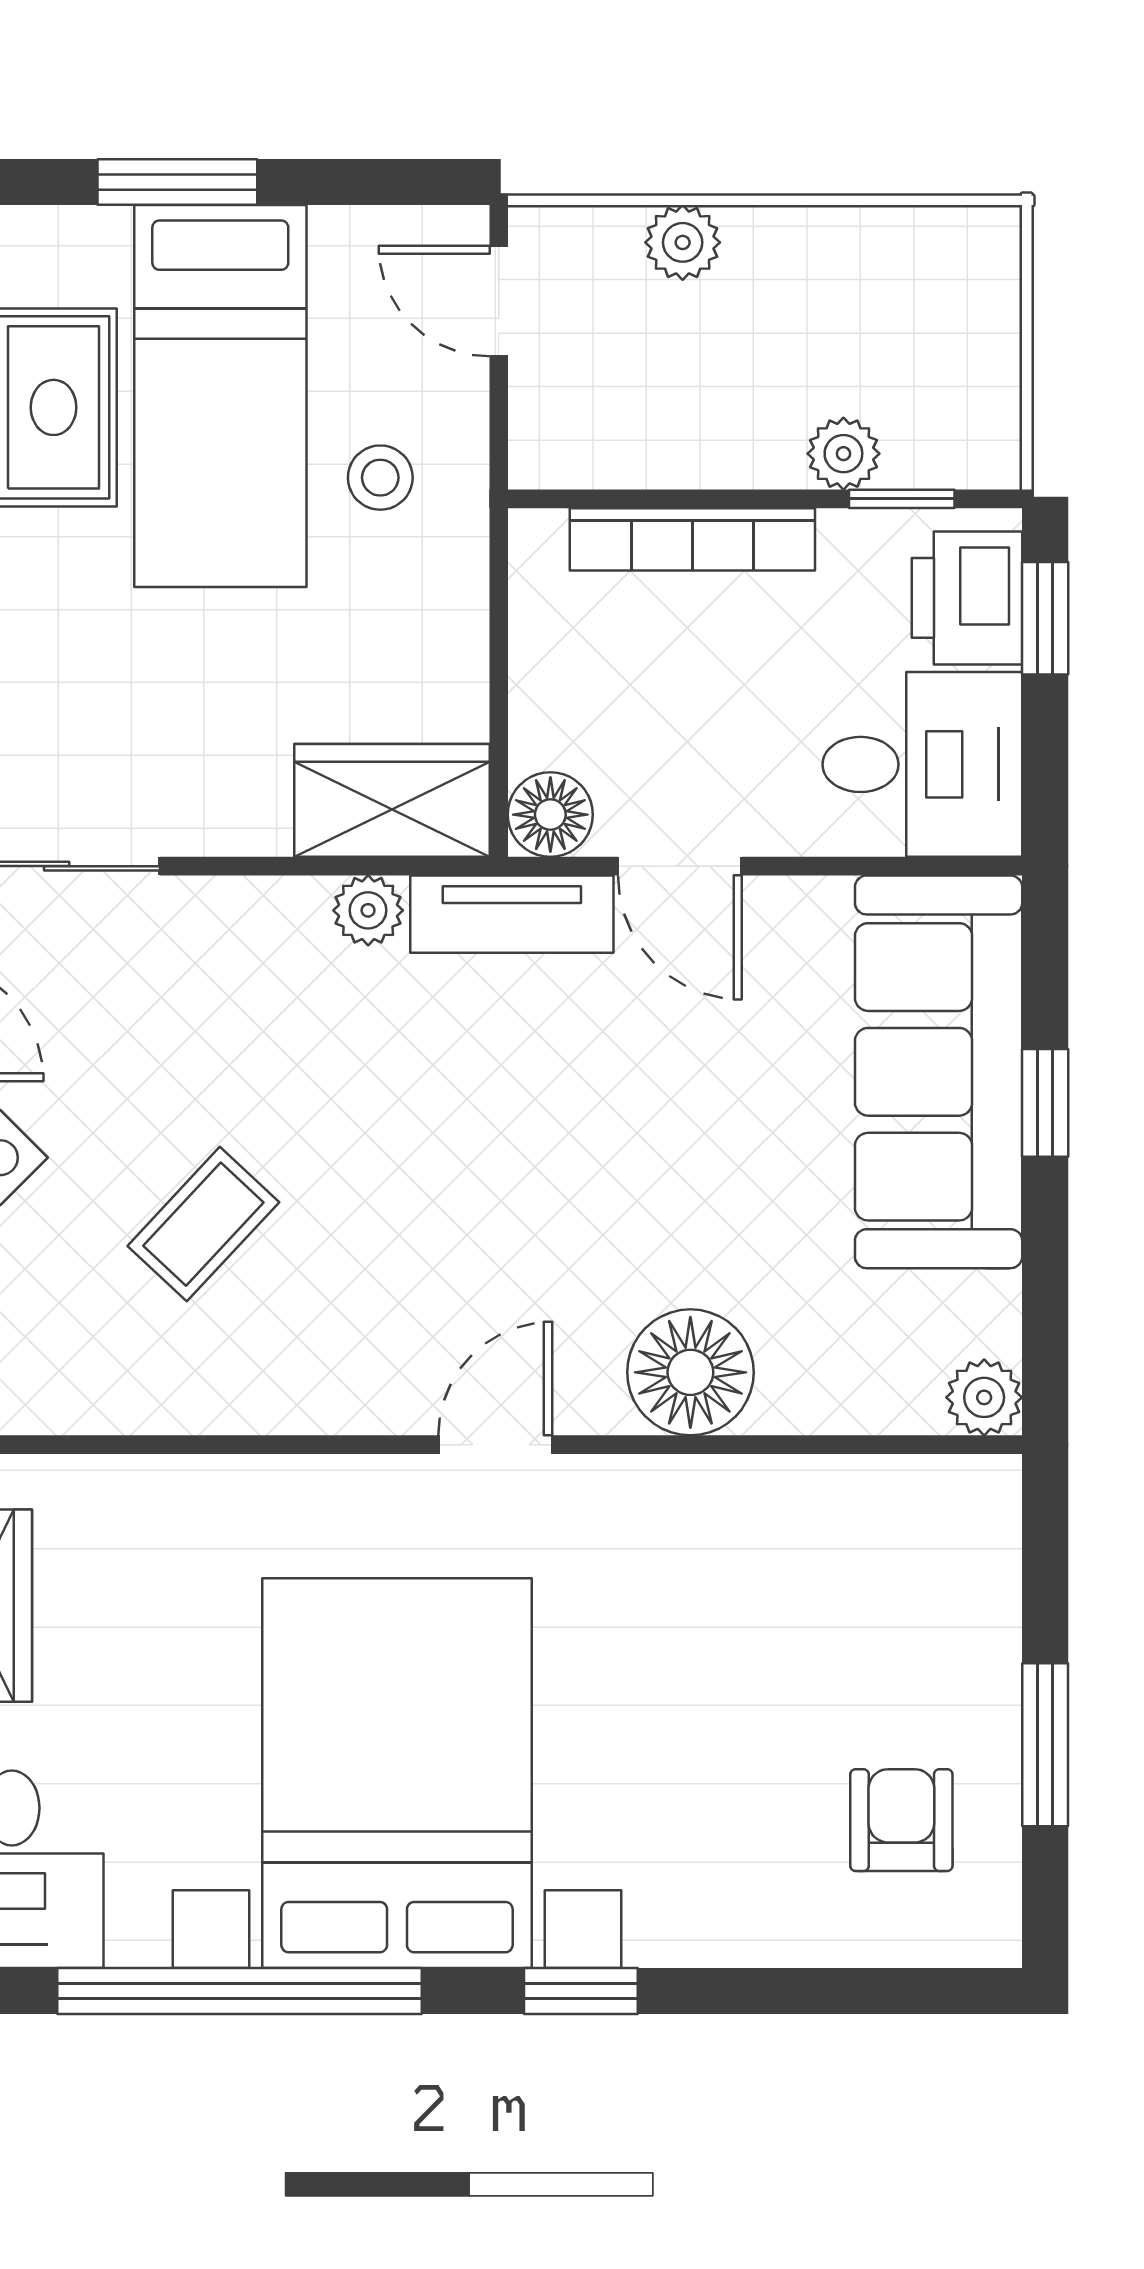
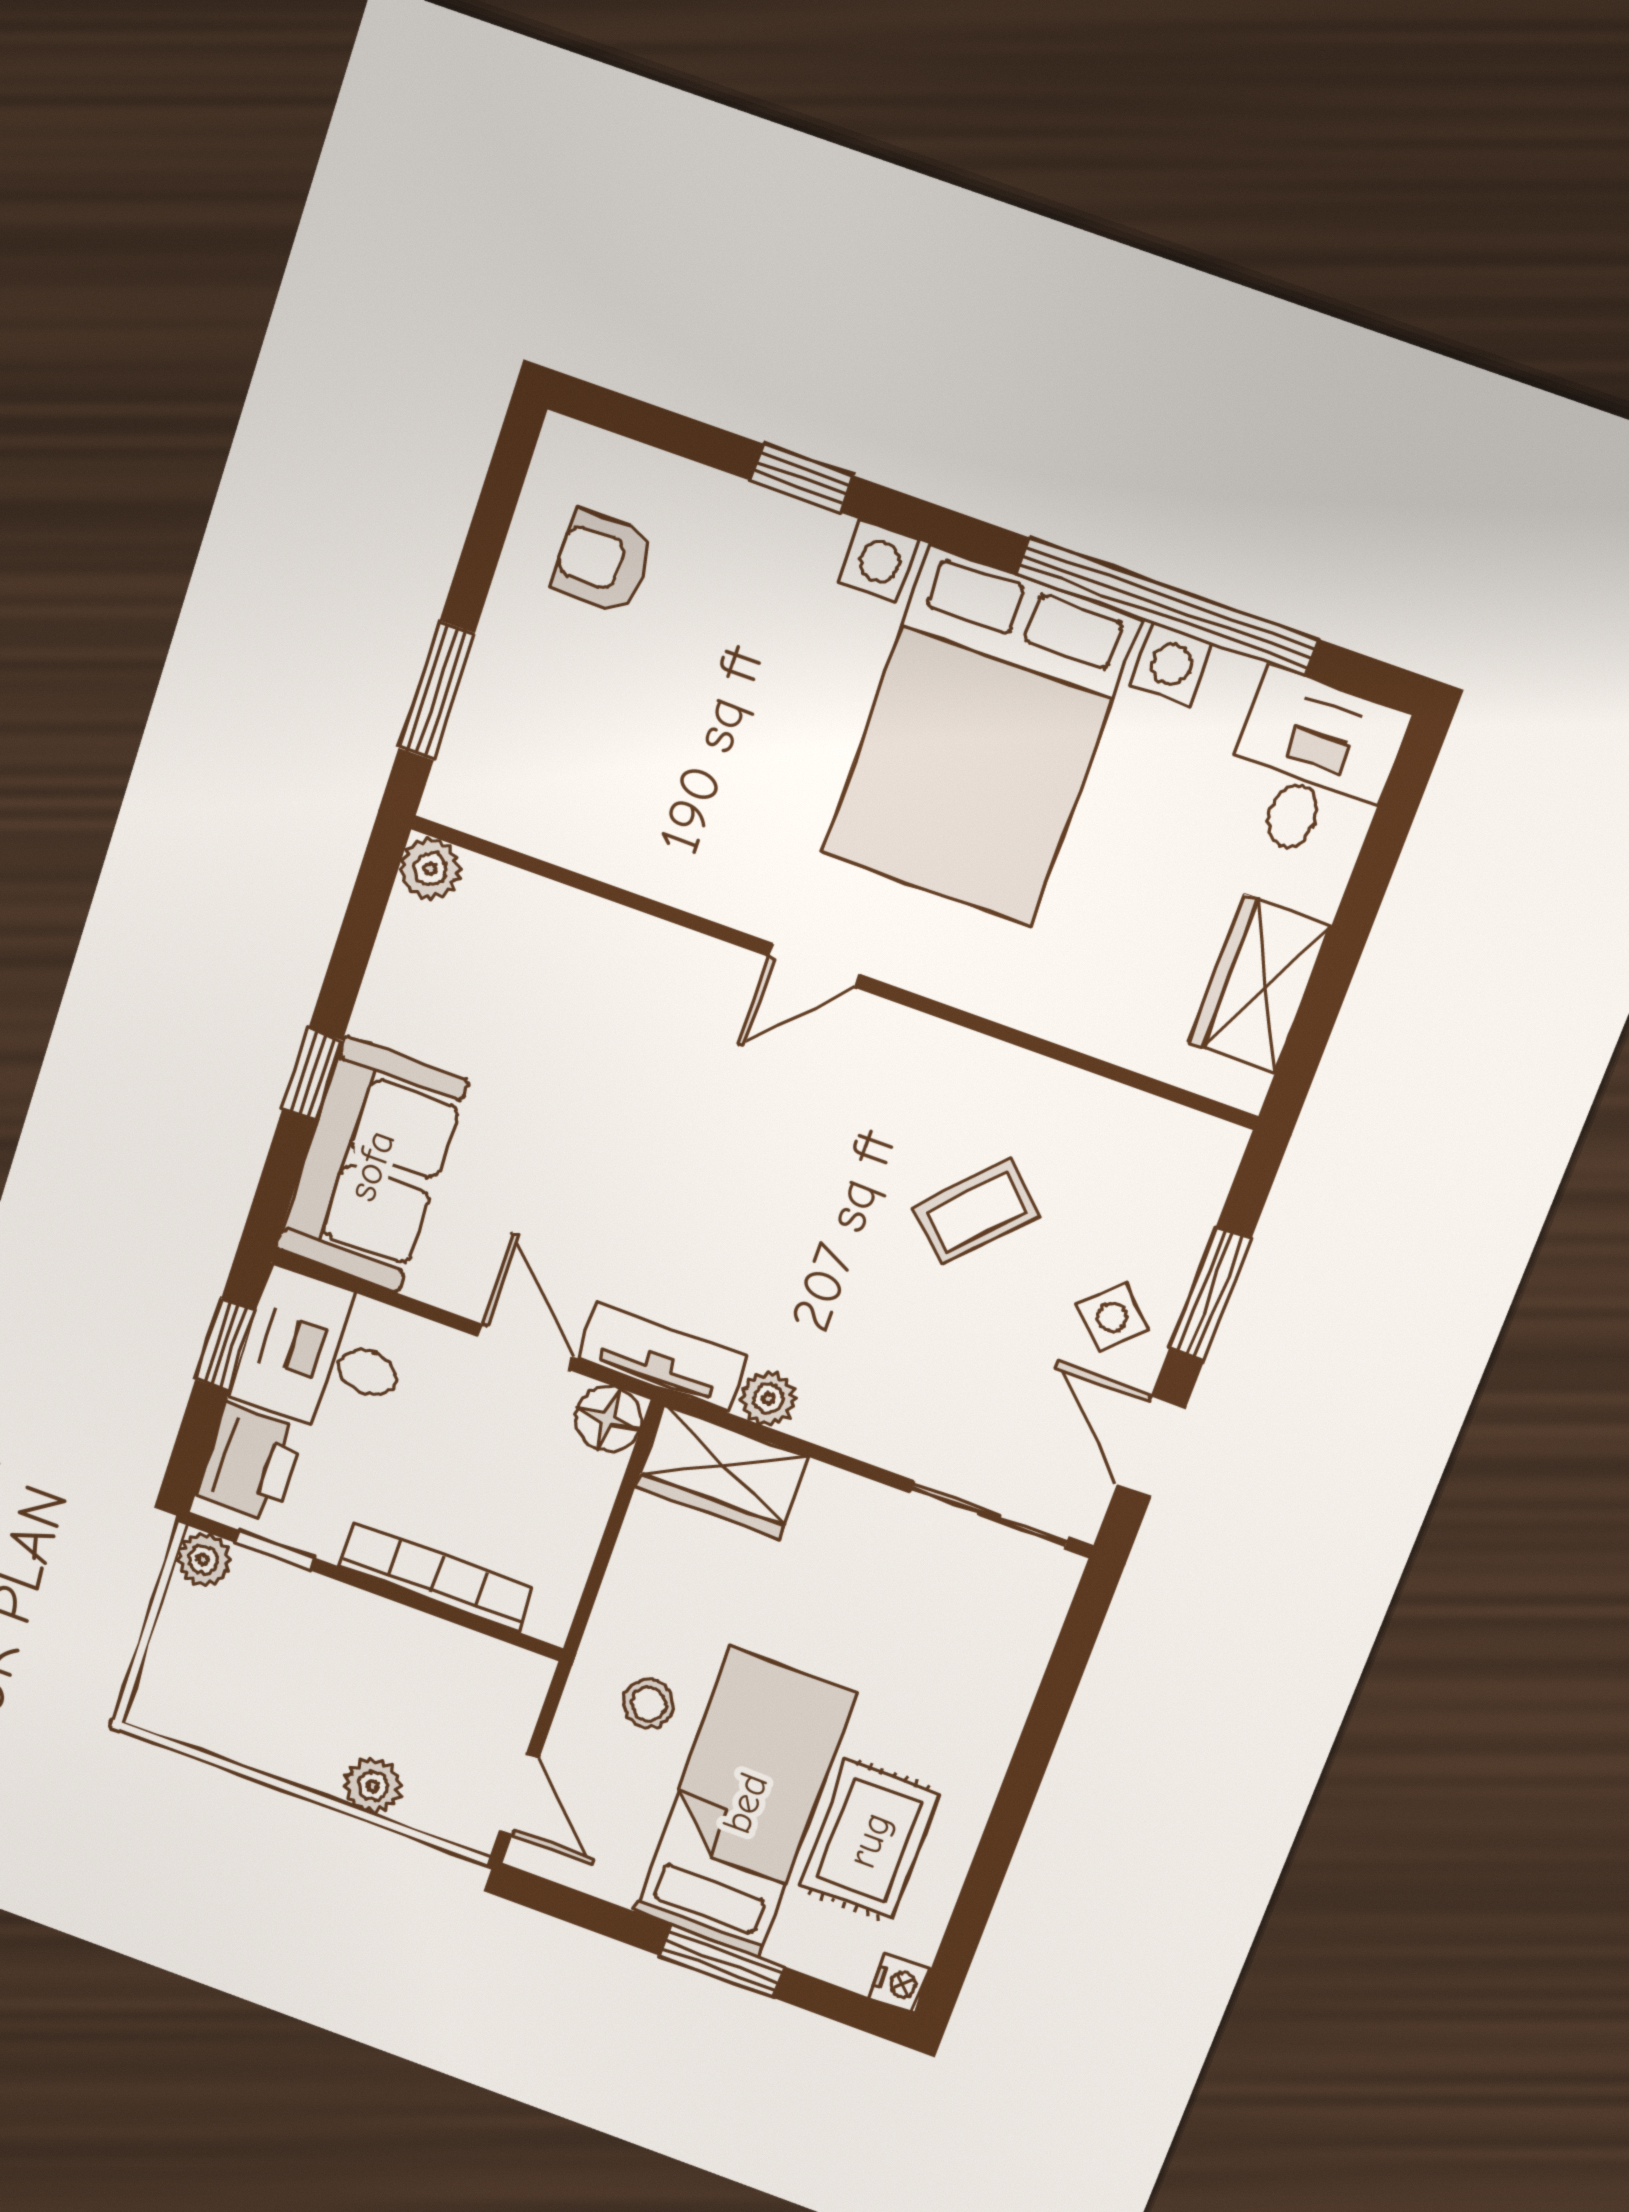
plant: (843, 454) -> (203, 1560), moved
window: (1045, 618) -> (225, 1345), moved
sofa: (939, 1072) -> (371, 1165), width x0.73
floor lamp: (690, 1372) -> (646, 968), removed
window: (1045, 1745) -> (437, 691), moved
armchair: (901, 1820) -> (602, 561), turned 90
window: (581, 1991) -> (802, 478), moved

